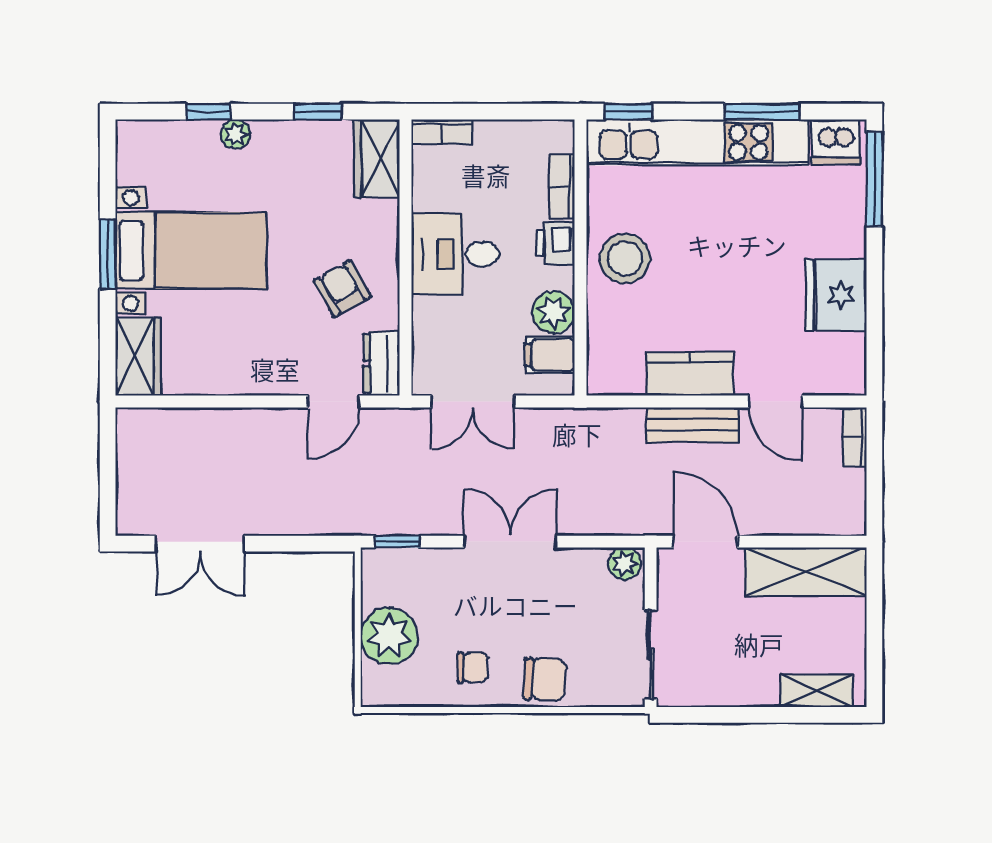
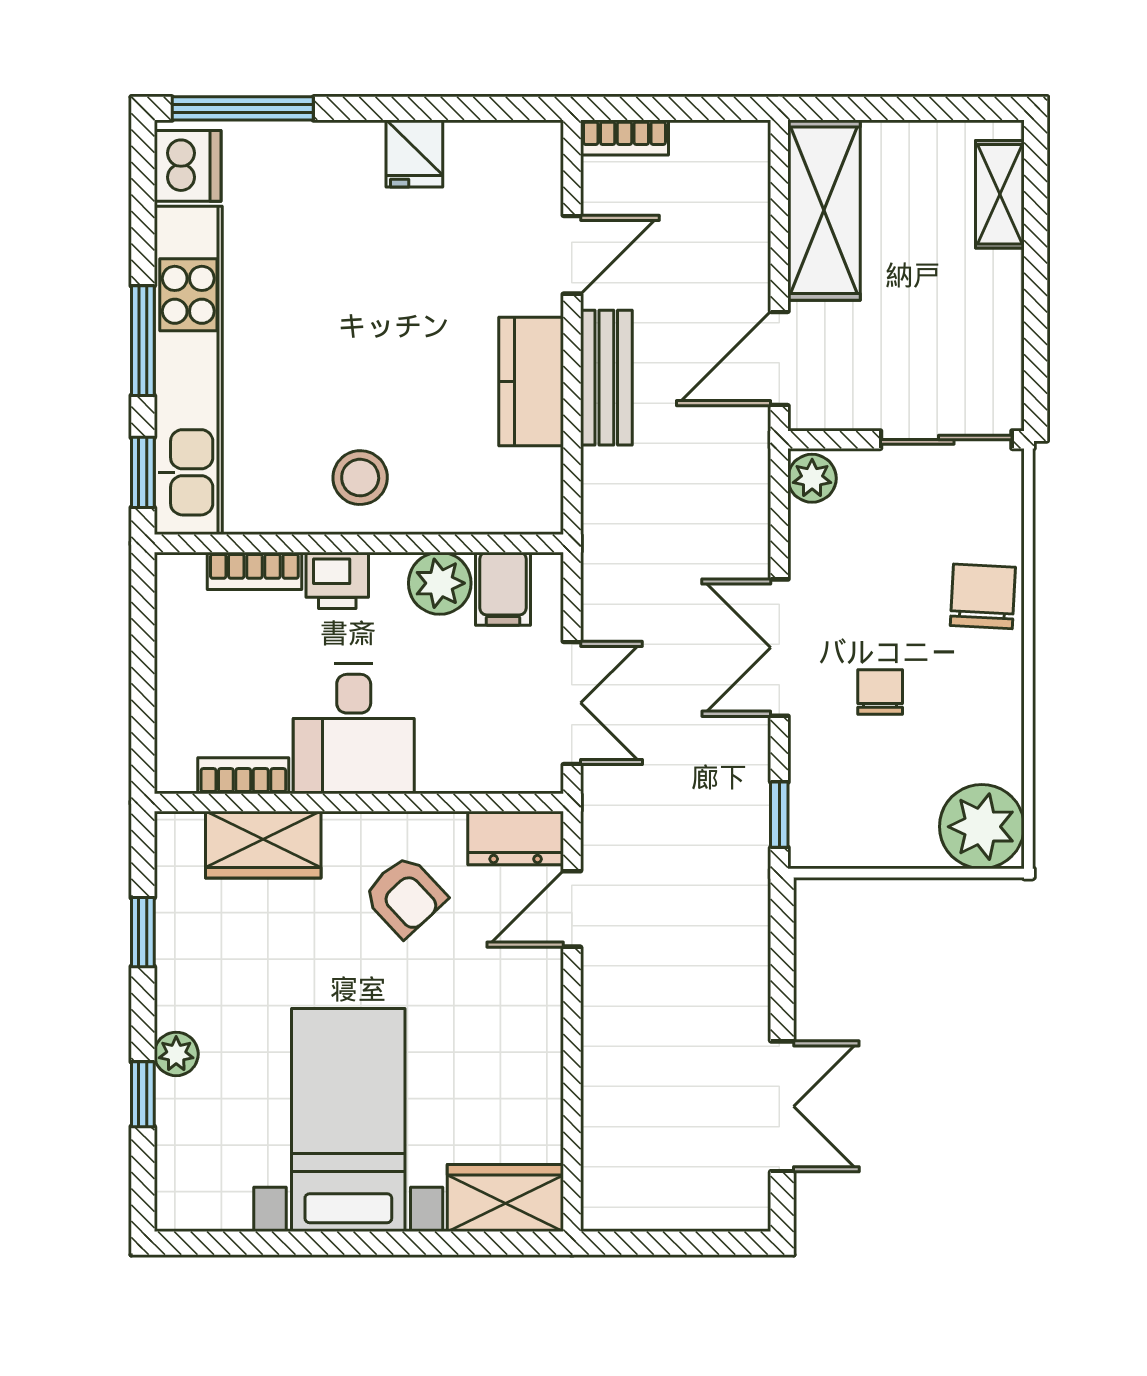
window: (762, 112) -> (143, 341), moved
bookcase: (442, 132) -> (243, 776), moved, turned -90
wardrobe: (377, 158) -> (263, 845), moved
window: (108, 254) -> (354, 1243), removed
stool: (625, 258) -> (360, 478), width x0.73, depth x0.73
armchair: (342, 289) -> (405, 896), turned -103
fridge: (836, 295) -> (414, 154), width x0.53, depth x0.75
door: (334, 402) -> (572, 909), swing flipped
plant: (389, 636) -> (982, 827), moved
chair: (473, 668) -> (880, 692), moved

